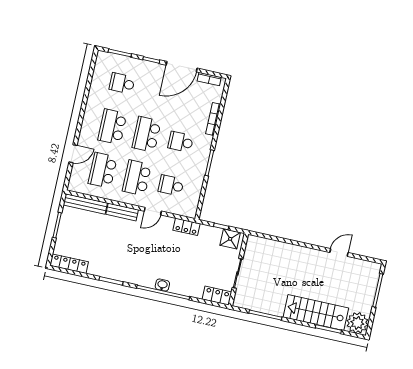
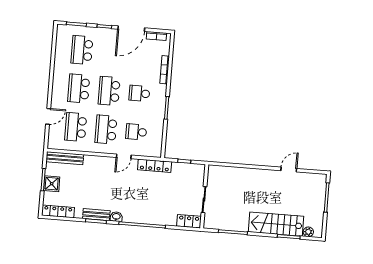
school desk: (122, 83) -> (82, 50), width x1.85
bench: (122, 212) -> (96, 215), moved
locker: (187, 227) -> (155, 166), width x1.53
shower: (230, 239) -> (52, 184), moved
washbasin: (162, 285) -> (116, 217), moved
plant: (357, 323) -> (308, 232), width x0.53, depth x0.53

